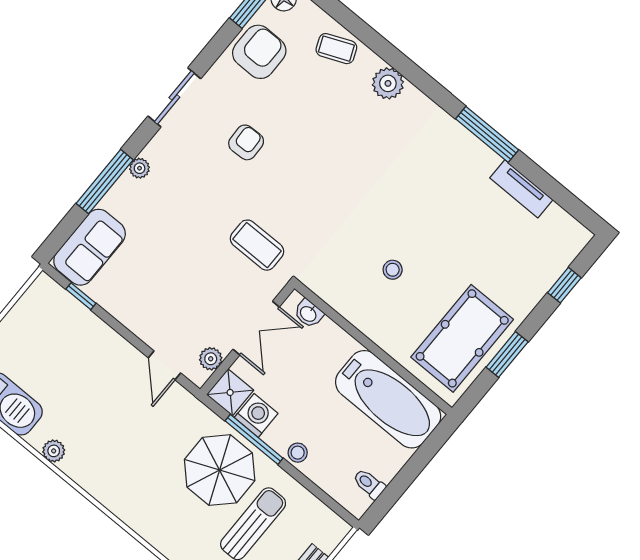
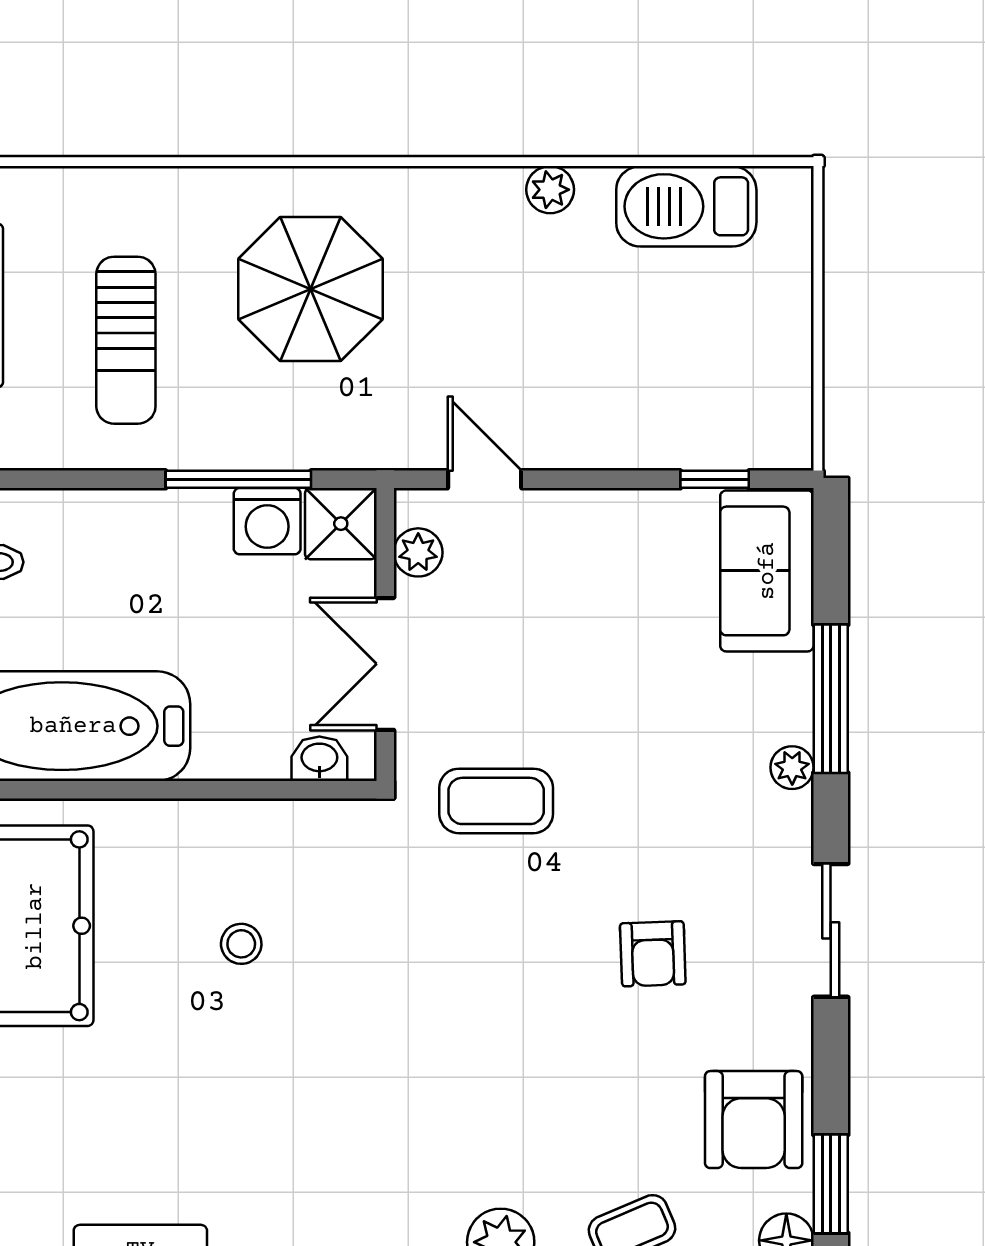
stool: (298, 453) -> (149, 517), removed
parasol: (220, 470) -> (310, 289), moved

